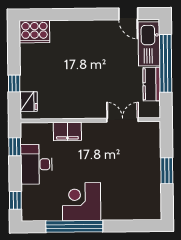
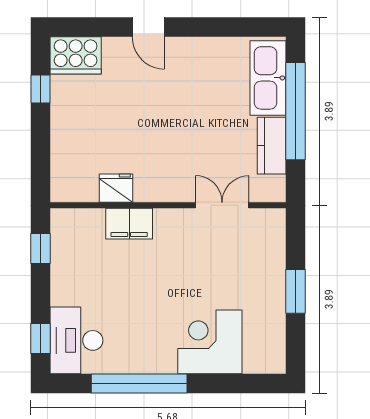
door: (128, 14) -> (148, 27), moved
window: (14, 83) -> (41, 89), moved
fridge: (29, 102) -> (116, 188), moved, turned -90
desk: (36, 164) -> (76, 340), moved
corner desk: (82, 202) -> (210, 342), moved

